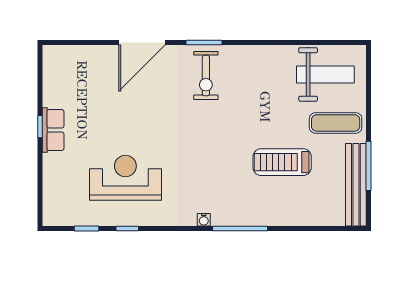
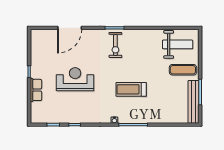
door: (142, 43) -> (70, 28), moved
row of seats: (53, 130) -> (36, 90), moved
treadmill: (282, 162) -> (131, 89), moved
reception desk: (125, 178) -> (75, 79), moved

